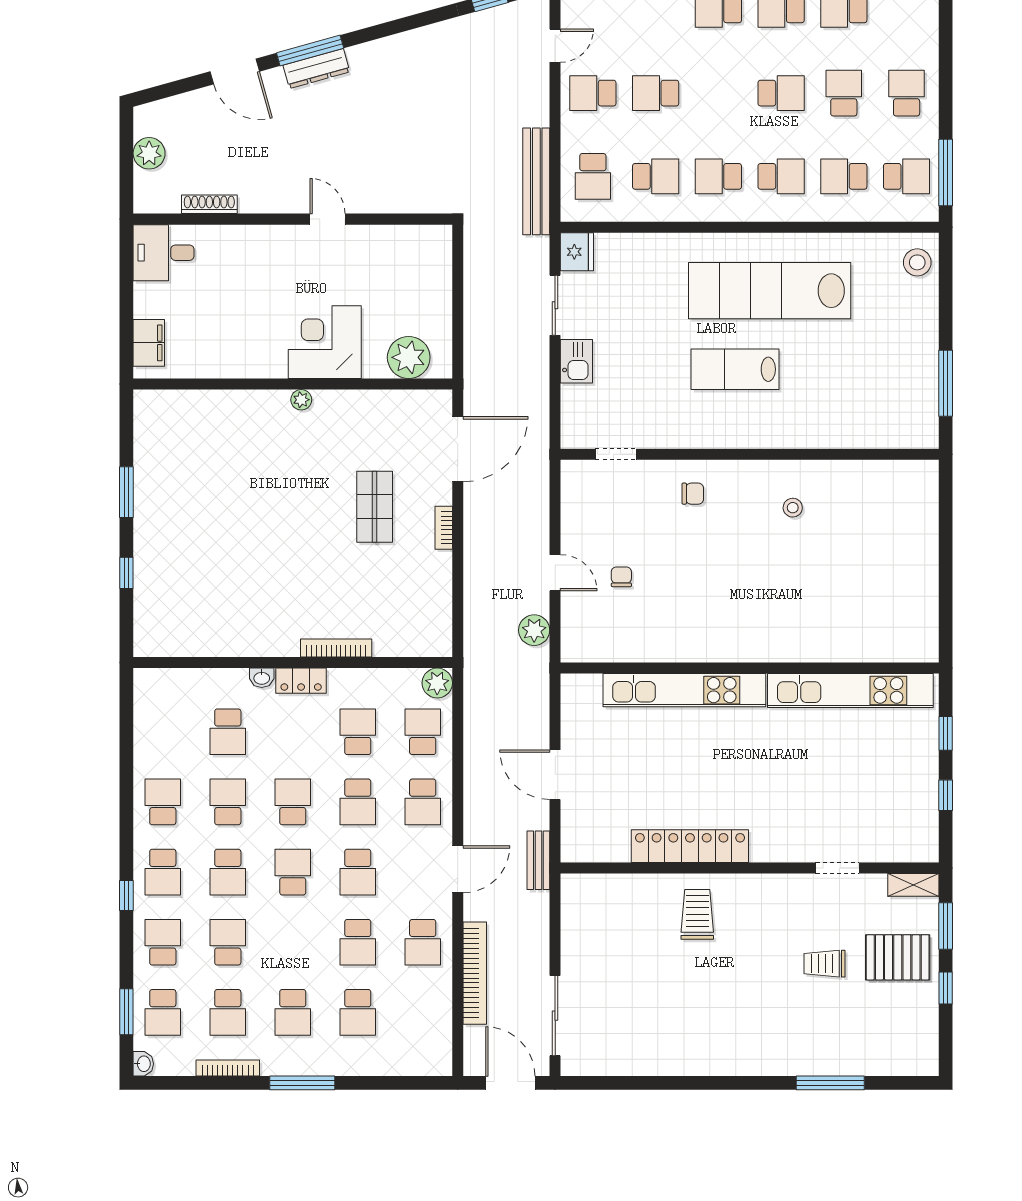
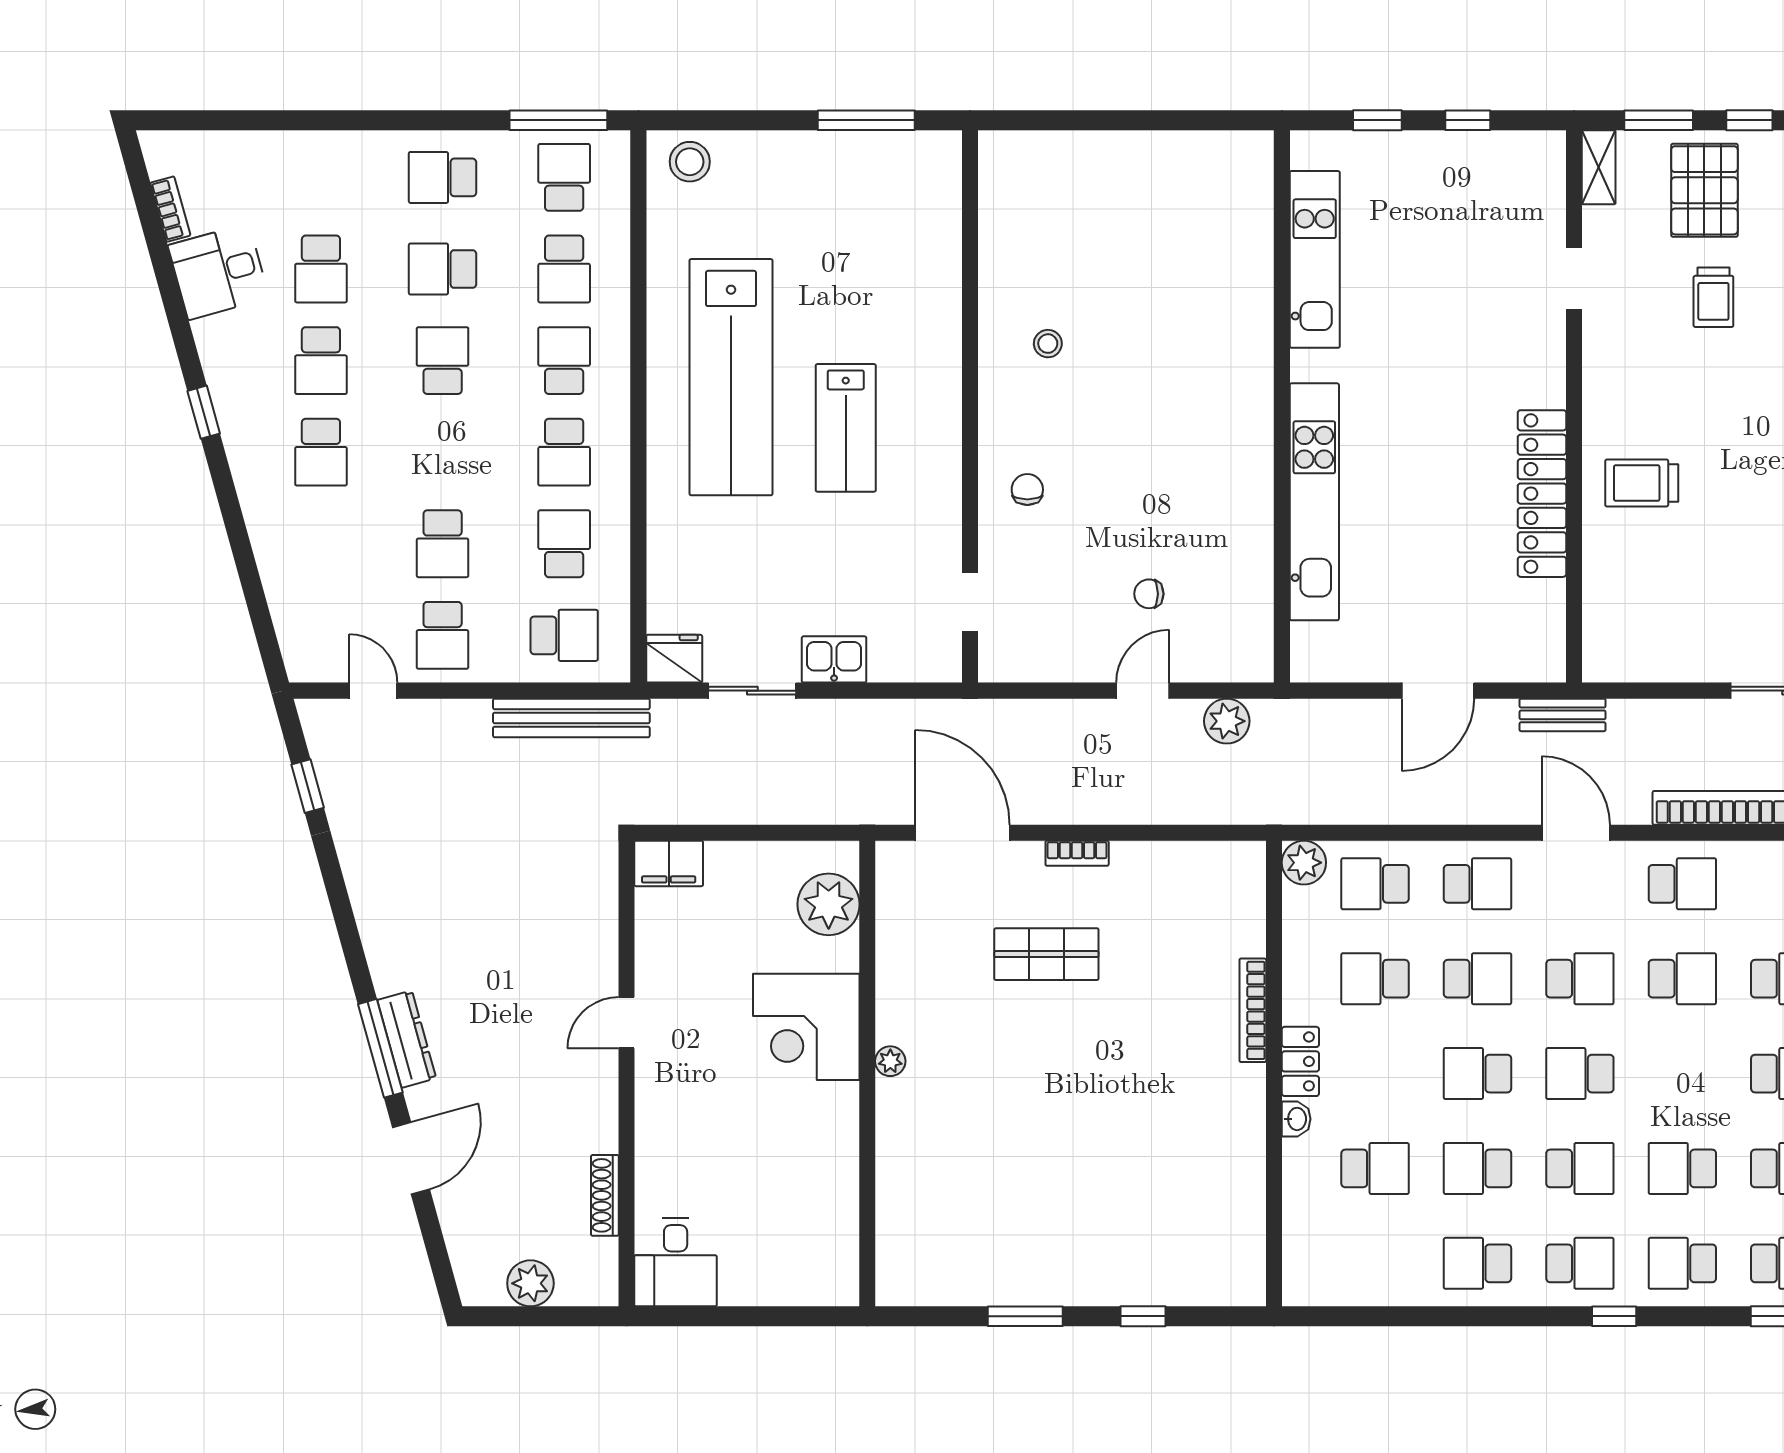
filing cabinet: (149, 343) -> (669, 863), moved, turned 180
kitchen unit: (850, 690) -> (1315, 259), width x0.73

